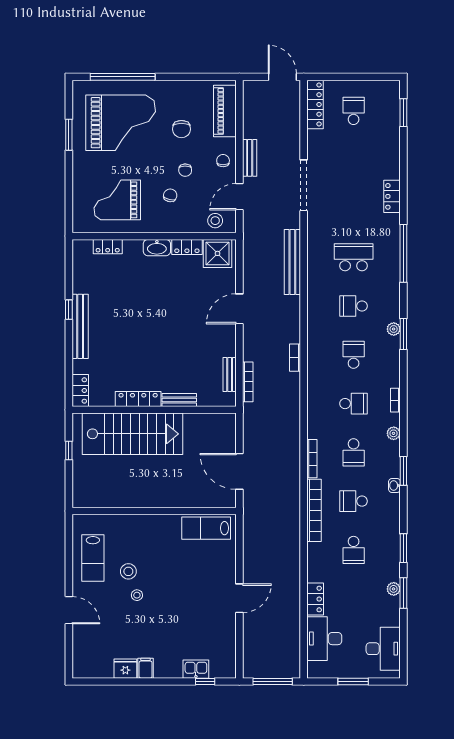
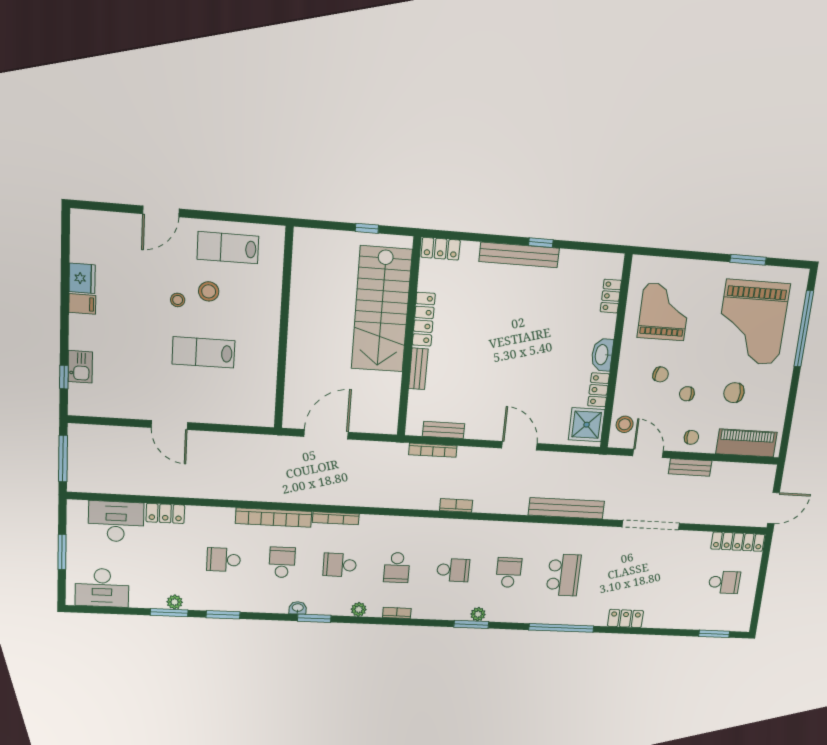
lab bench: (206, 528) -> (203, 352), moved, turned -90

